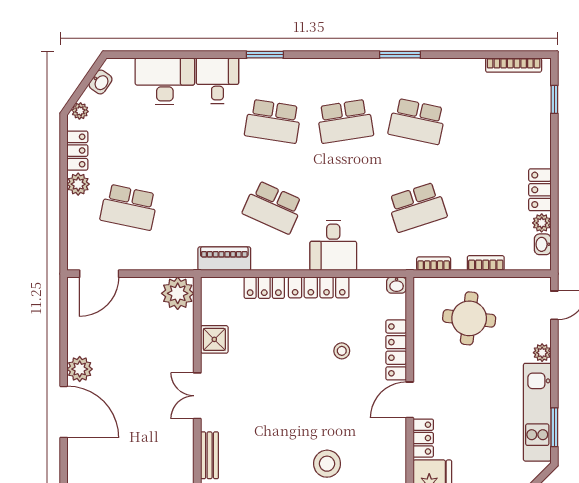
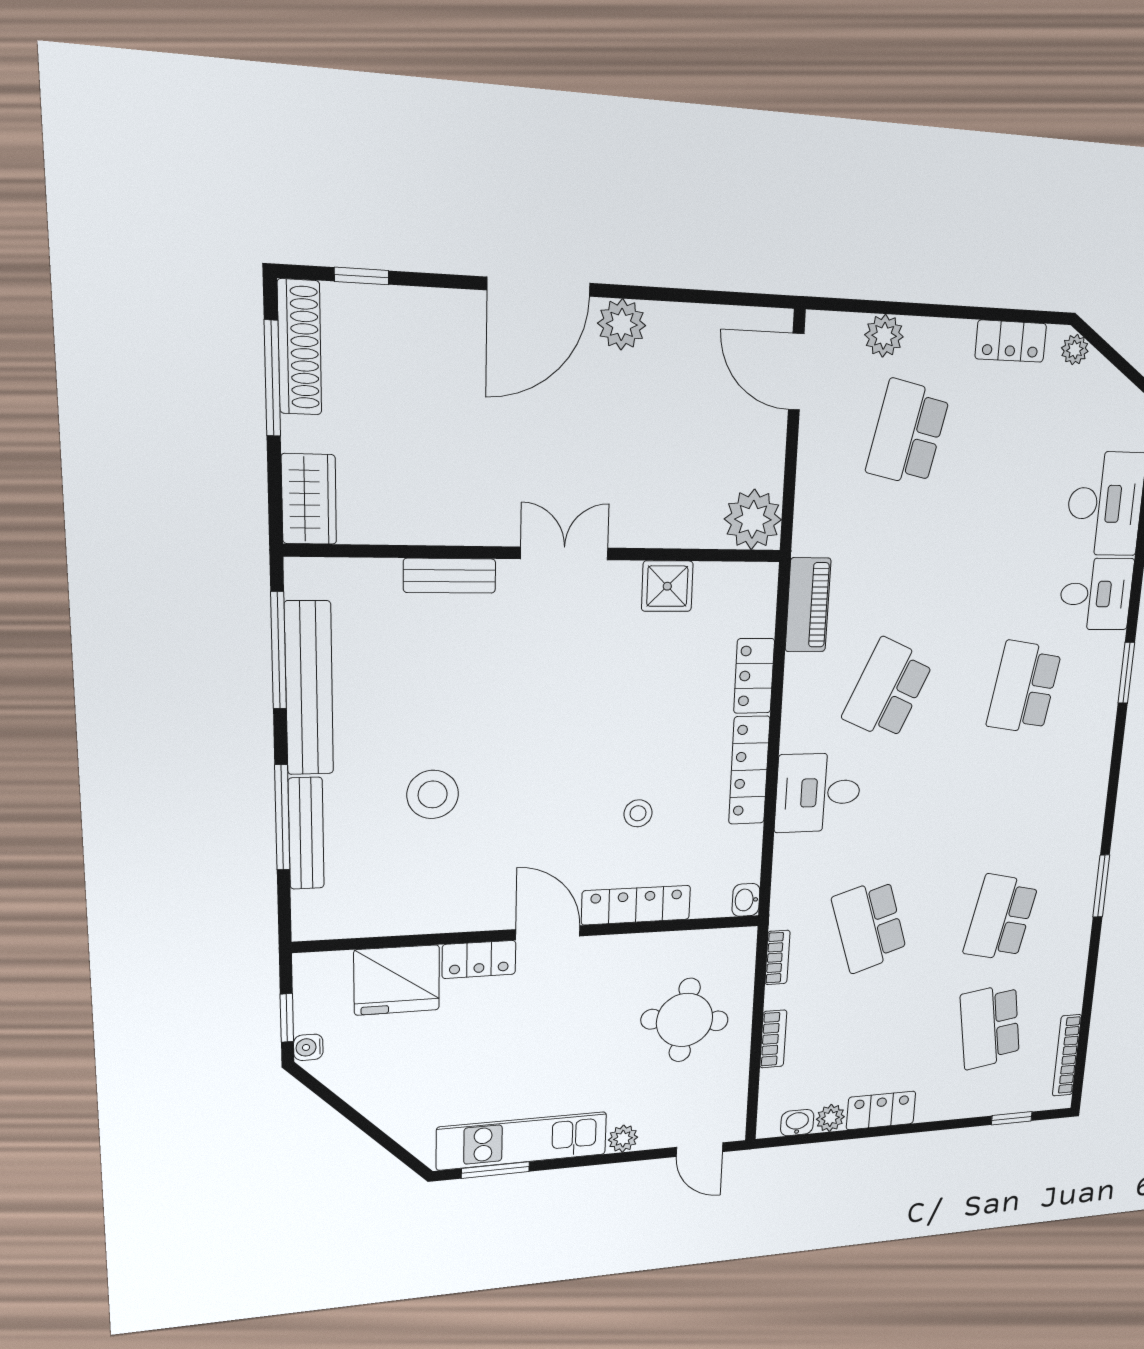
washbasin: (101, 82) -> (1117, 389), removed
school desk: (345, 121) -> (990, 1026), moved
plant: (78, 184) -> (884, 336), moved

